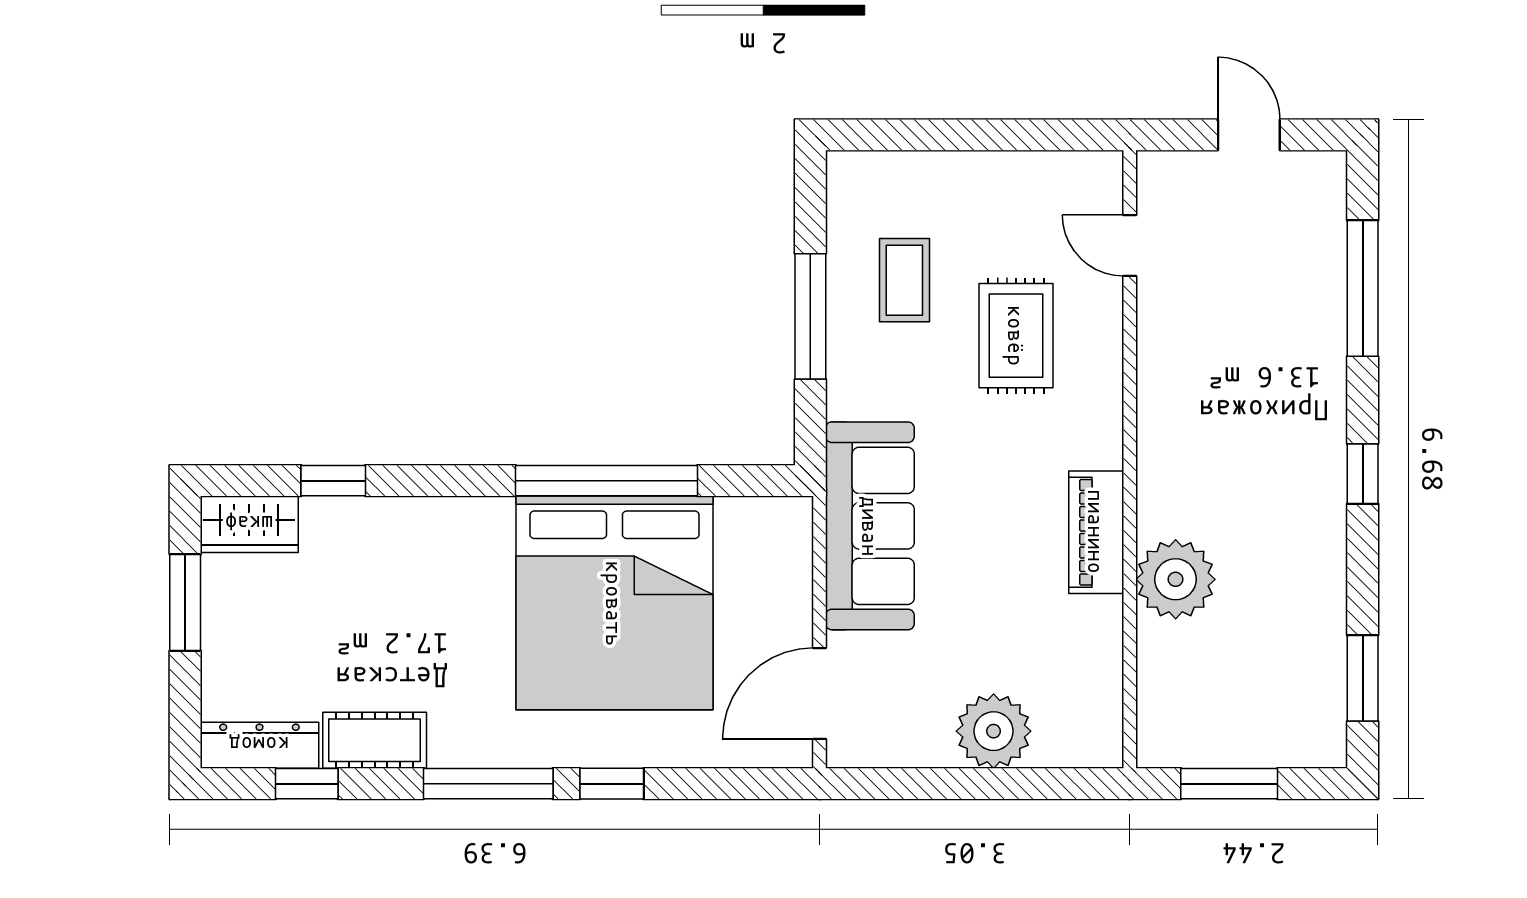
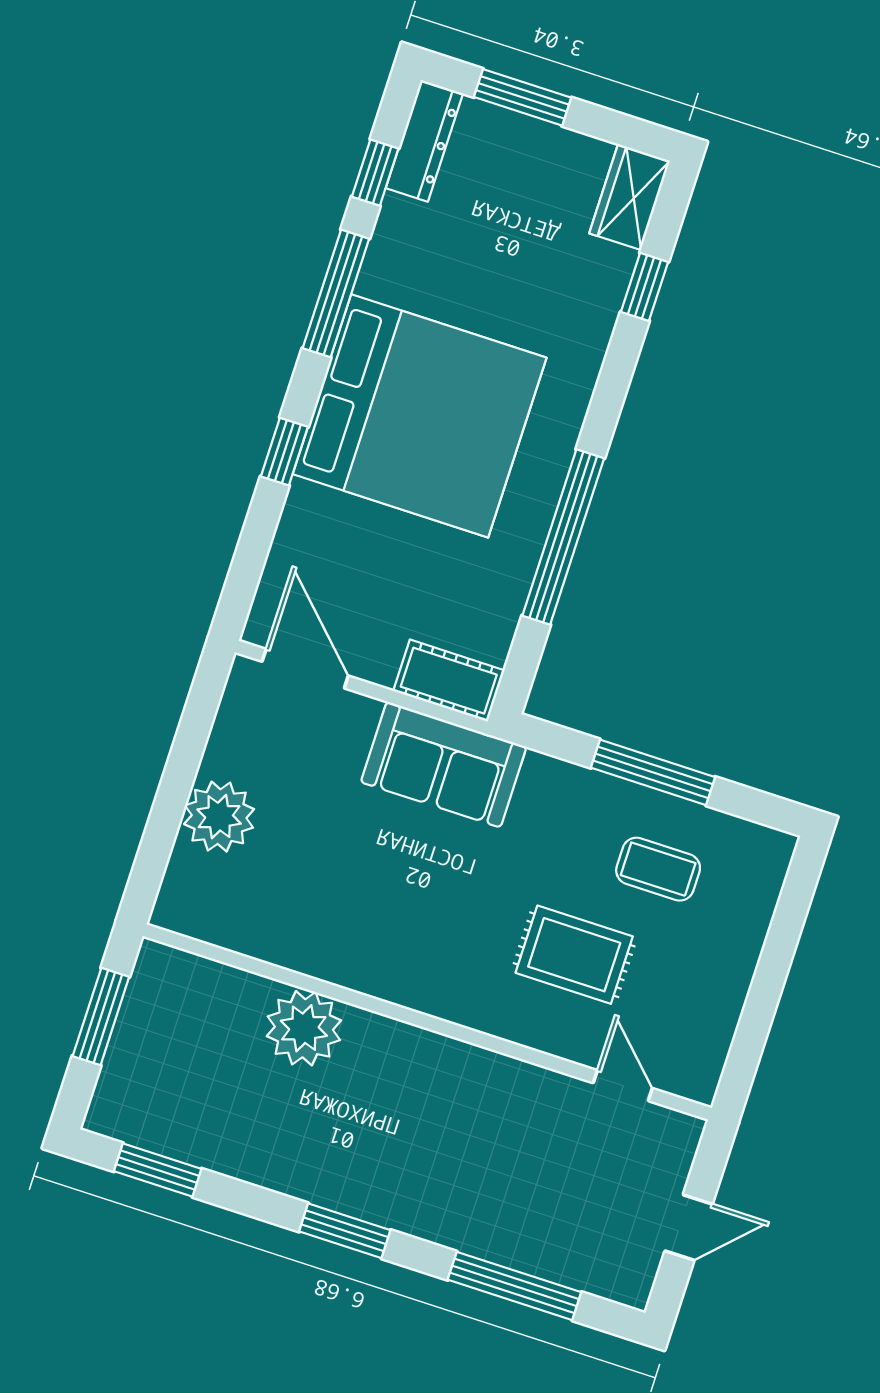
door: (1130, 246) -> (623, 1086), hinge flipped
window: (1363, 474) -> (345, 1231), width x1.50
sofa: (870, 526) -> (444, 765), width x0.73
piano: (1096, 532) -> (371, 970), removed
window: (185, 602) -> (523, 97), moved
bed: (614, 603) -> (420, 416), moved, turned 180
cot: (375, 740) -> (449, 681), moved, turned 90
window: (488, 784) -> (336, 293), moved

